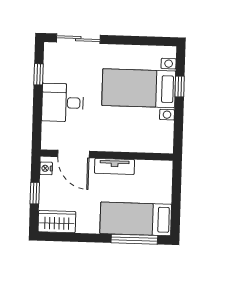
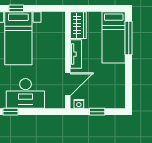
desk: (63, 103) -> (25, 93), width x1.37
wardrobe: (57, 222) -> (78, 25), moved, turned 180

